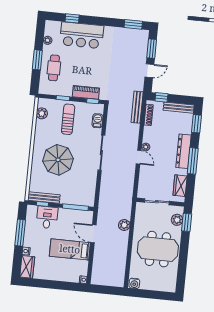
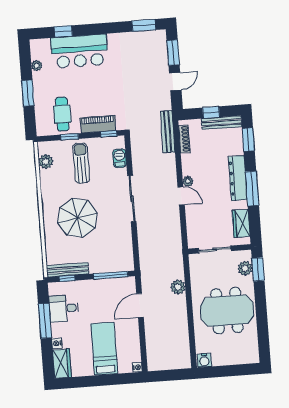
cafe table: (54, 68) -> (62, 114), moved
window: (161, 97) -> (211, 112), moved
desk: (47, 217) -> (64, 308), moved, turned -90
door: (93, 234) -> (140, 305), hinge flipped
bed: (70, 249) -> (104, 349), moved, turned 90

